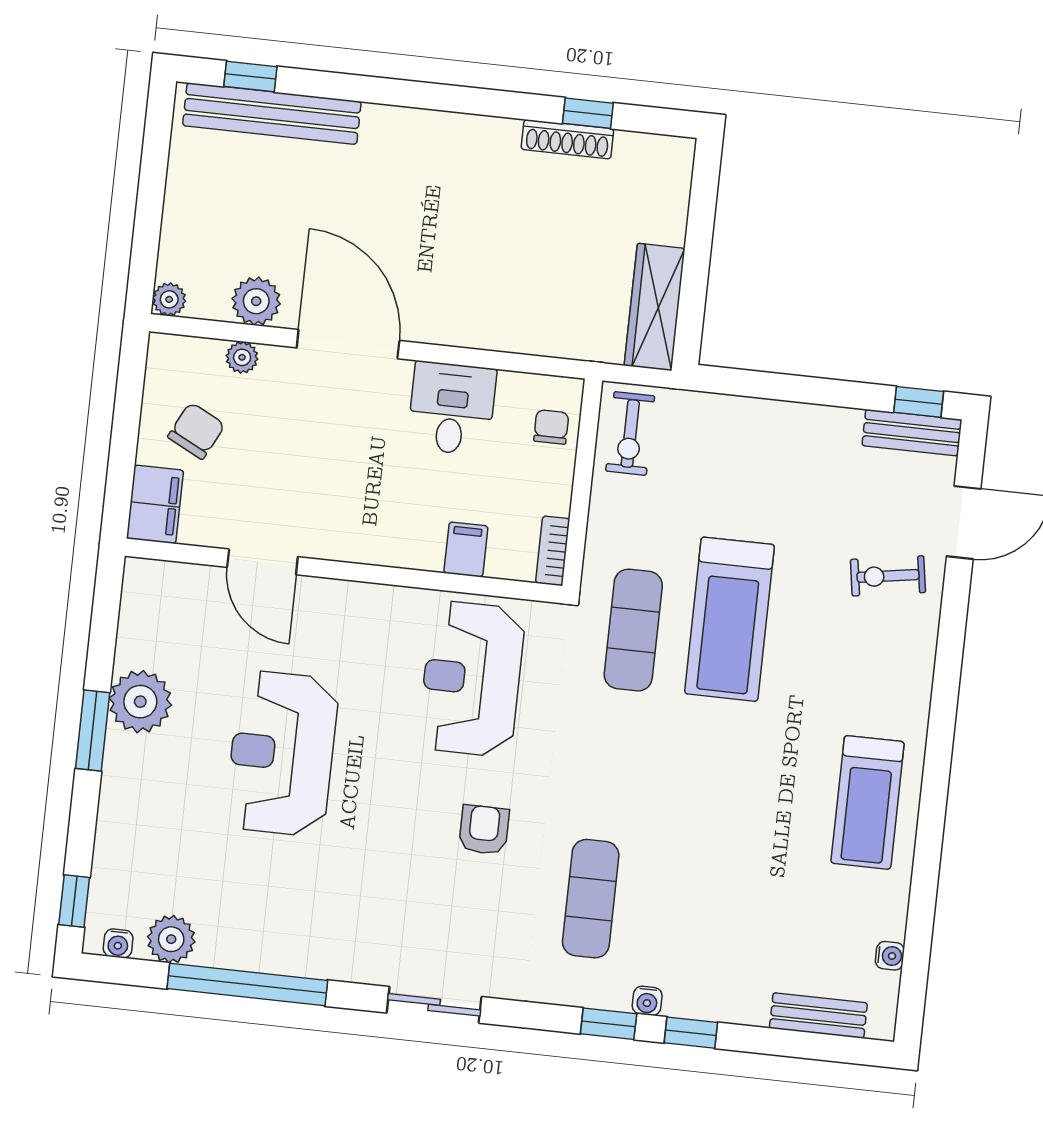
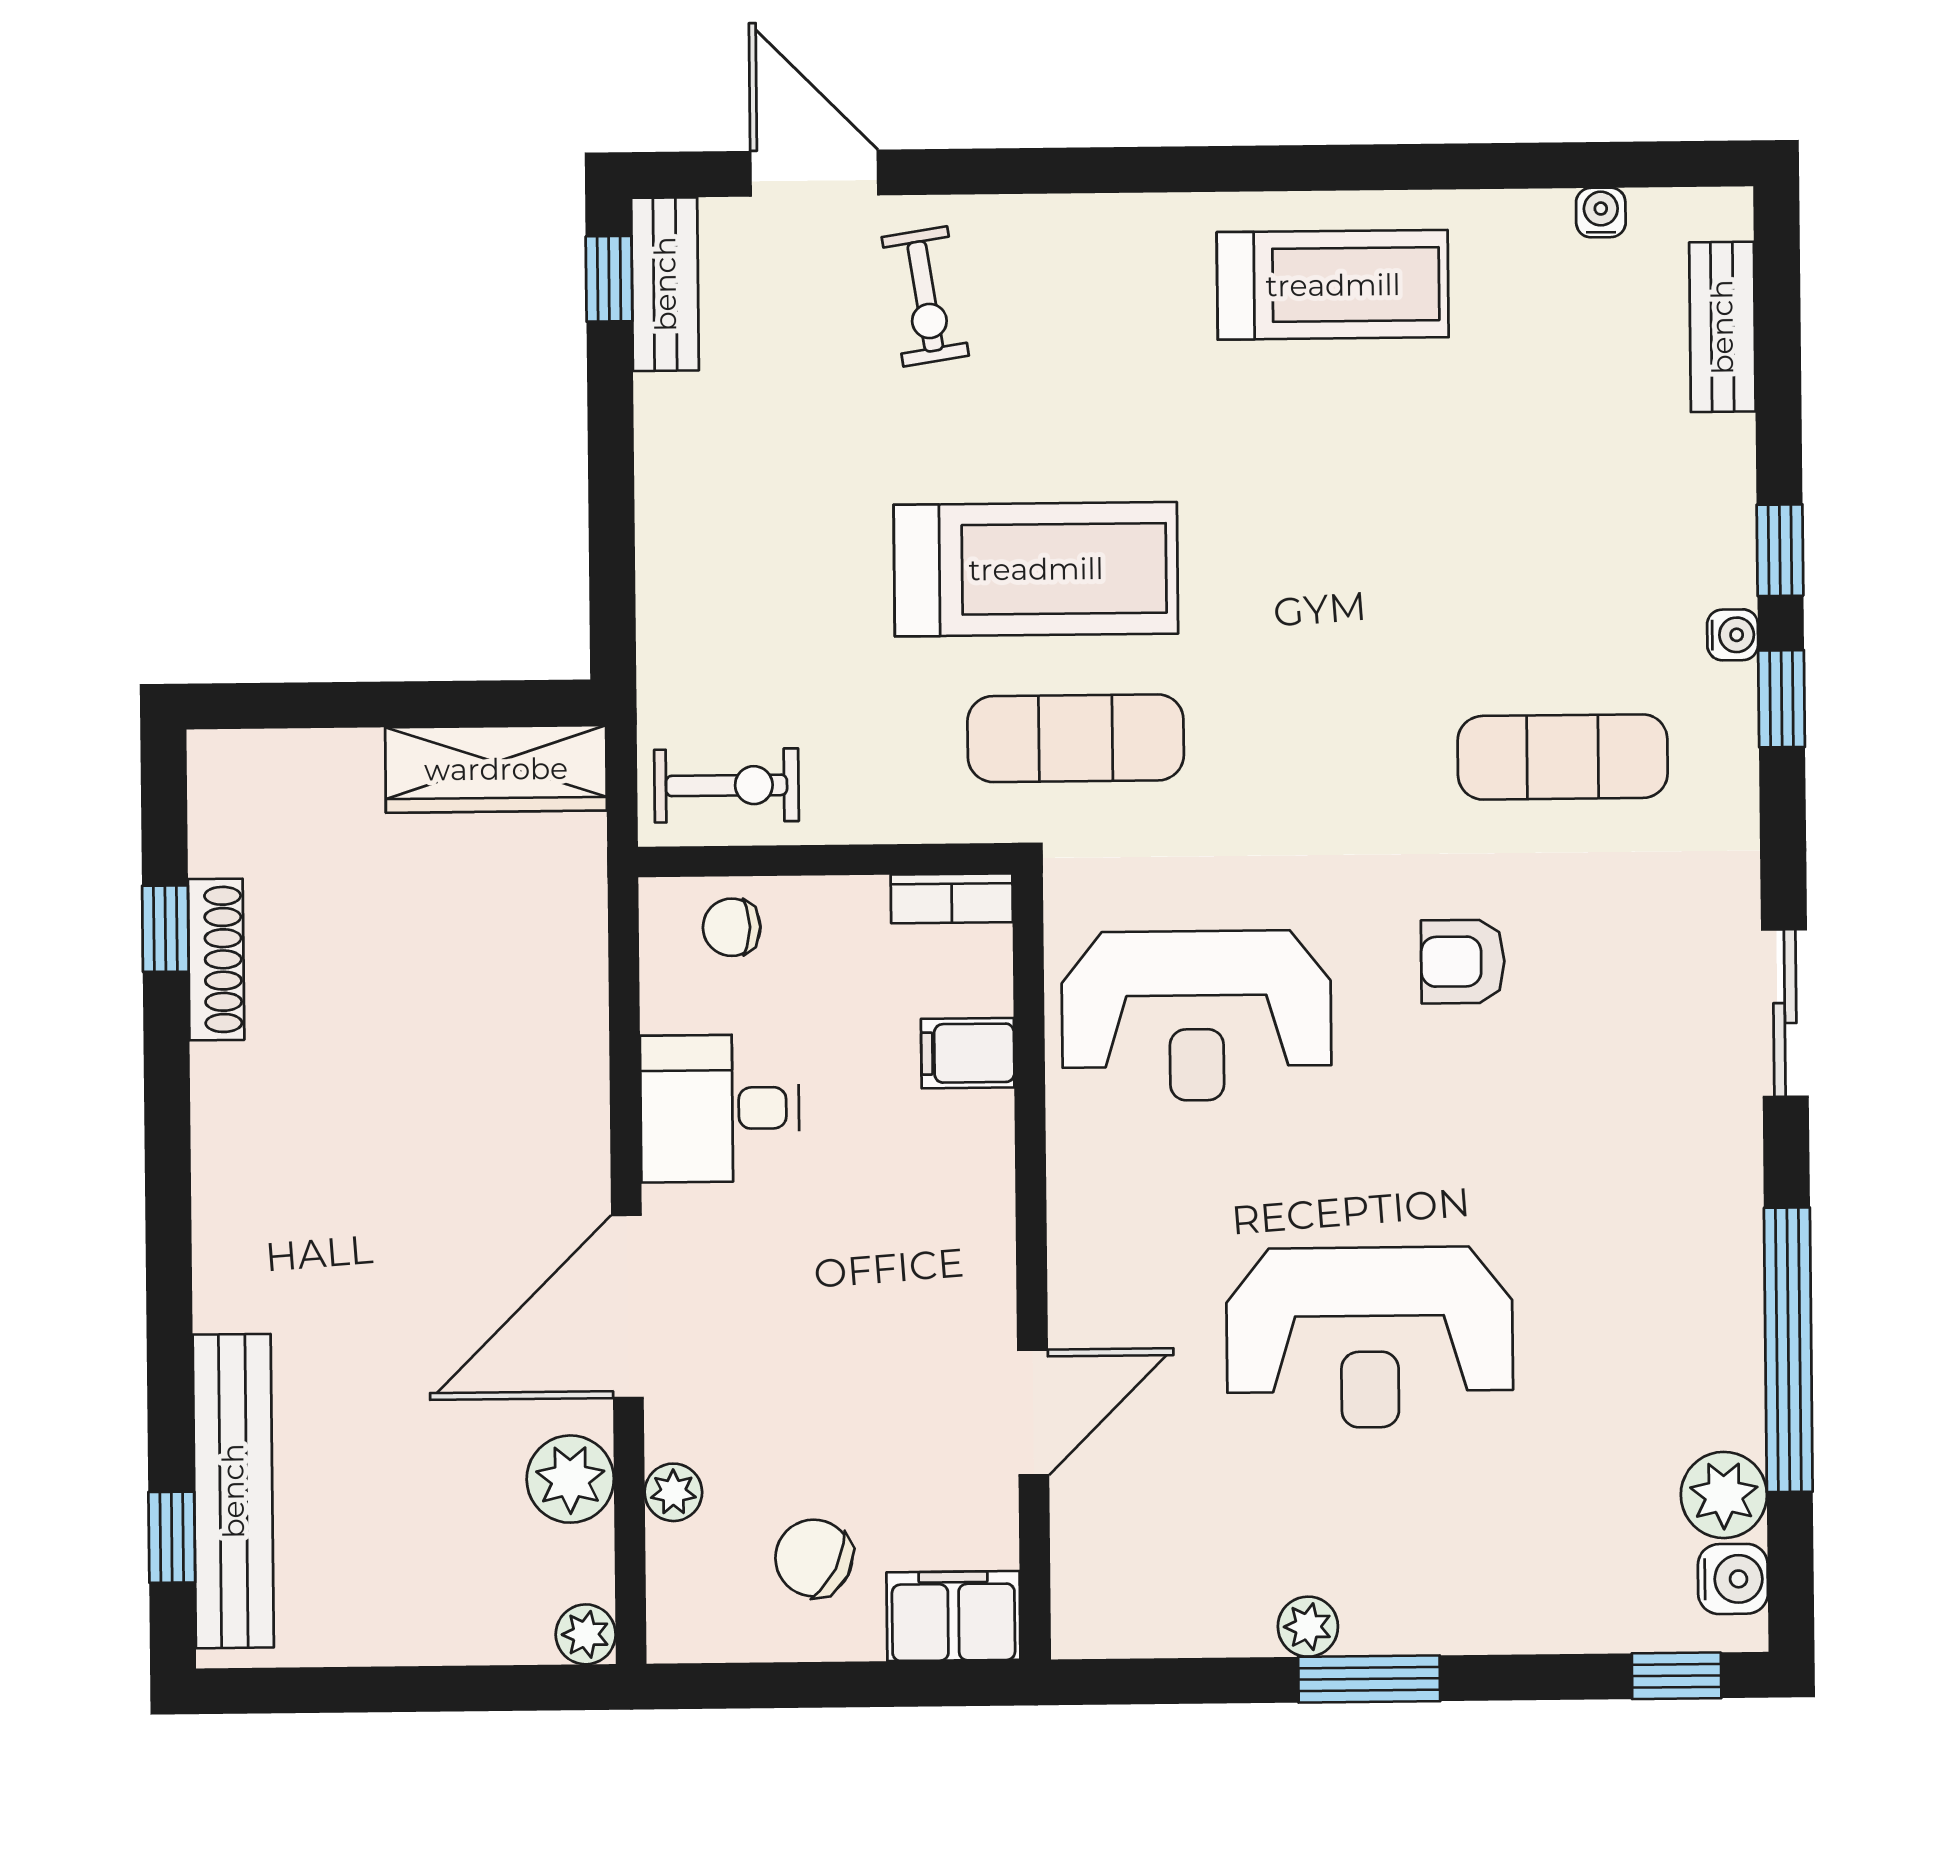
plant: (140, 702) -> (1308, 1627), width x0.53, depth x0.53
water cooler: (118, 943) -> (1733, 1579), width x1.38, depth x1.38

